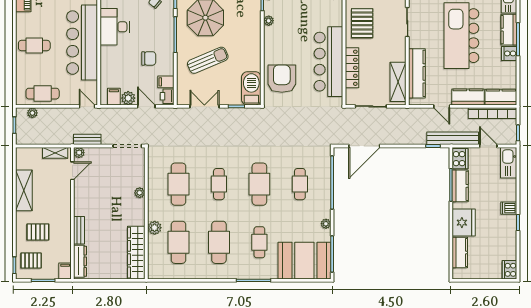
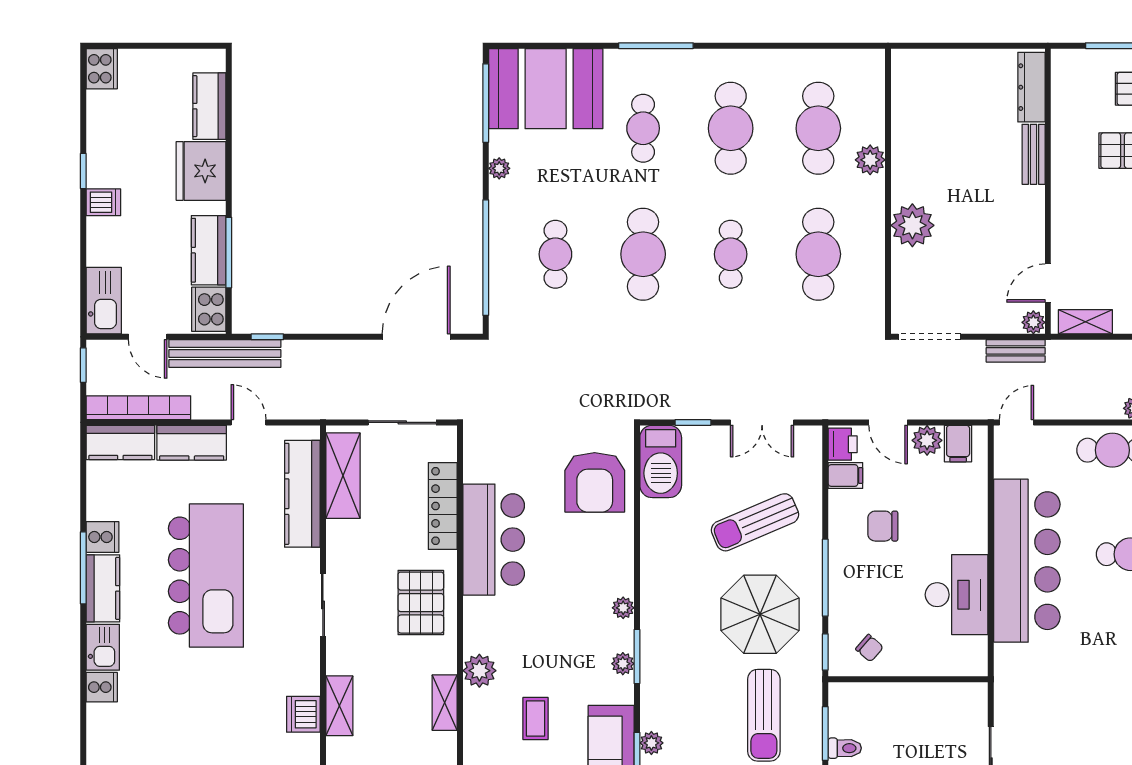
bar counter: (328, 62) -> (494, 540), width x0.73
door: (87, 106) -> (1016, 422), swing flipped
plant: (140, 193) -> (912, 225), width x1.88, depth x1.88
wardrobe: (136, 253) -> (910, 106), removed
filing cabinet: (65, 271) -> (1064, 66), removed

